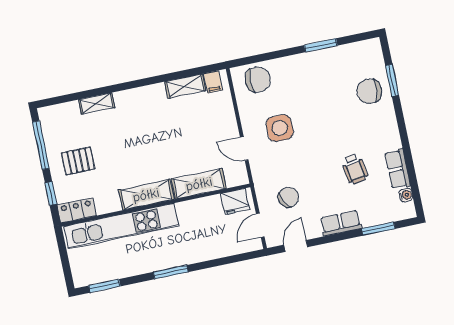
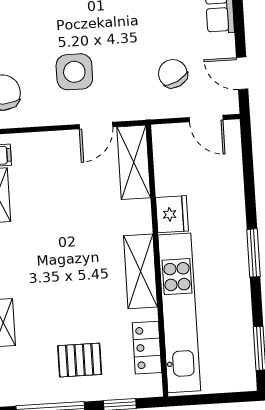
pallet: (78, 161) -> (80, 360), turned 90
shelving: (199, 184) -> (134, 162), moved
fridge: (235, 201) -> (172, 214), moved
locker: (77, 210) -> (147, 348), moved

